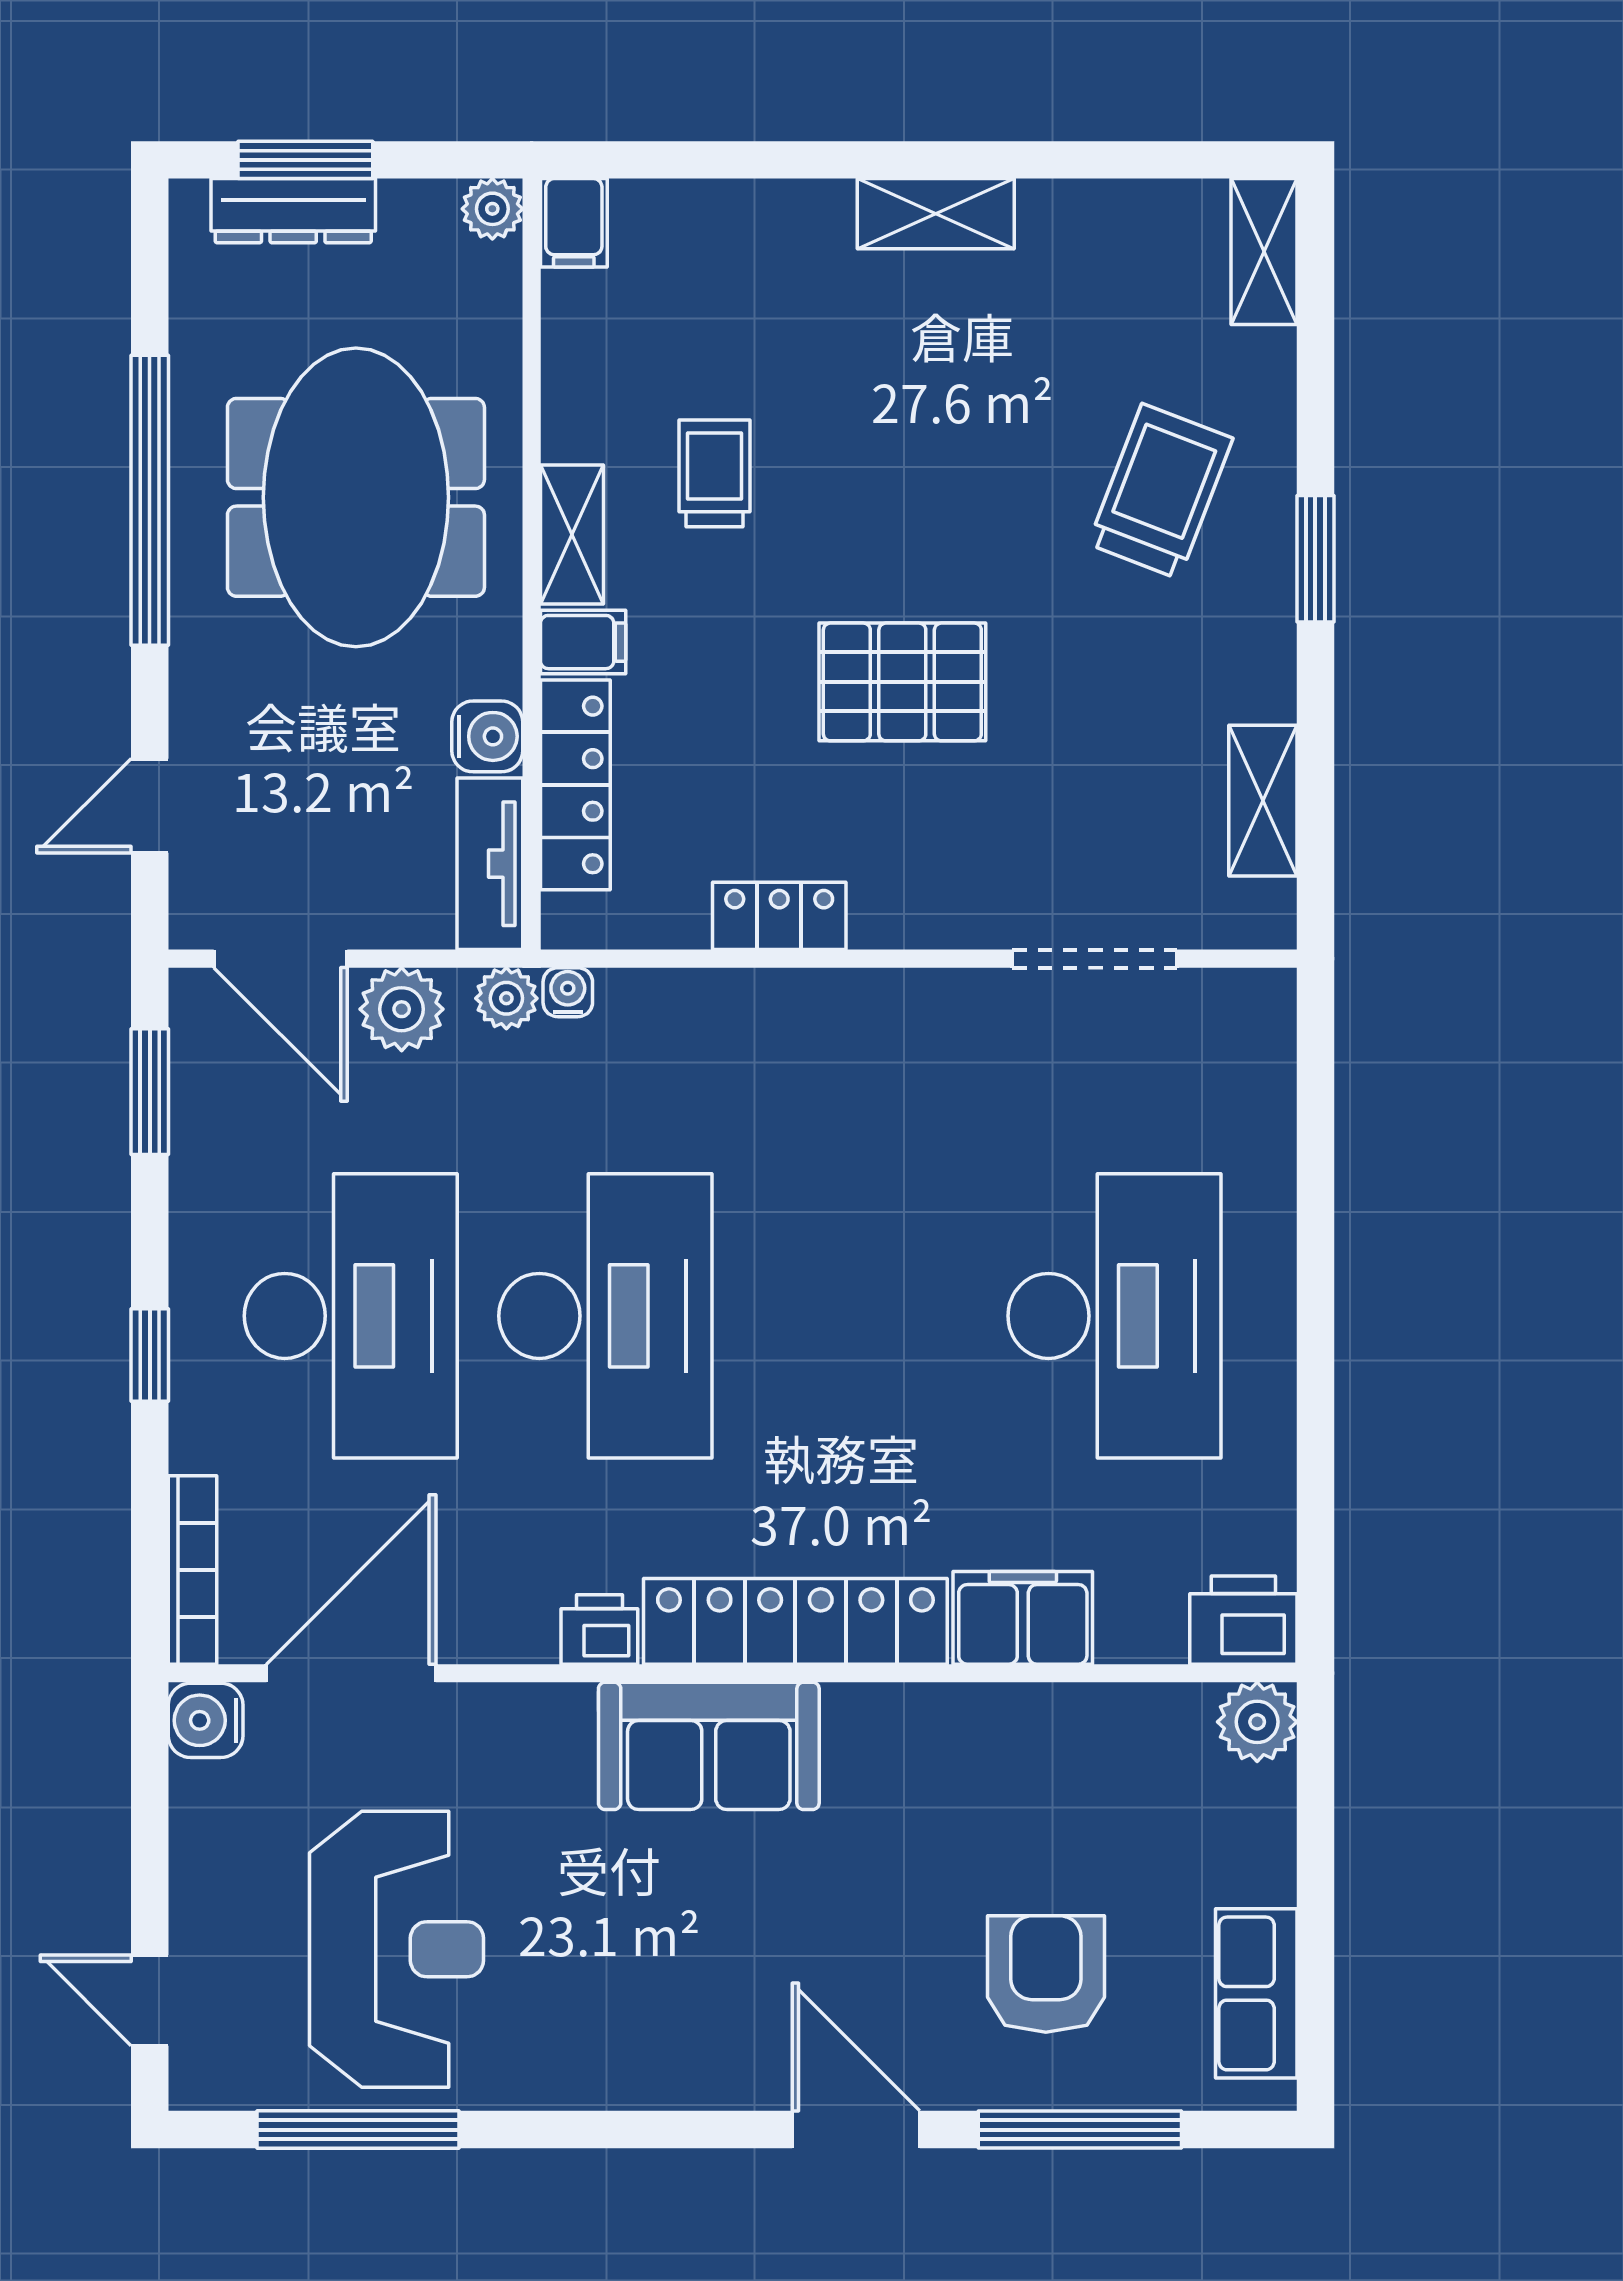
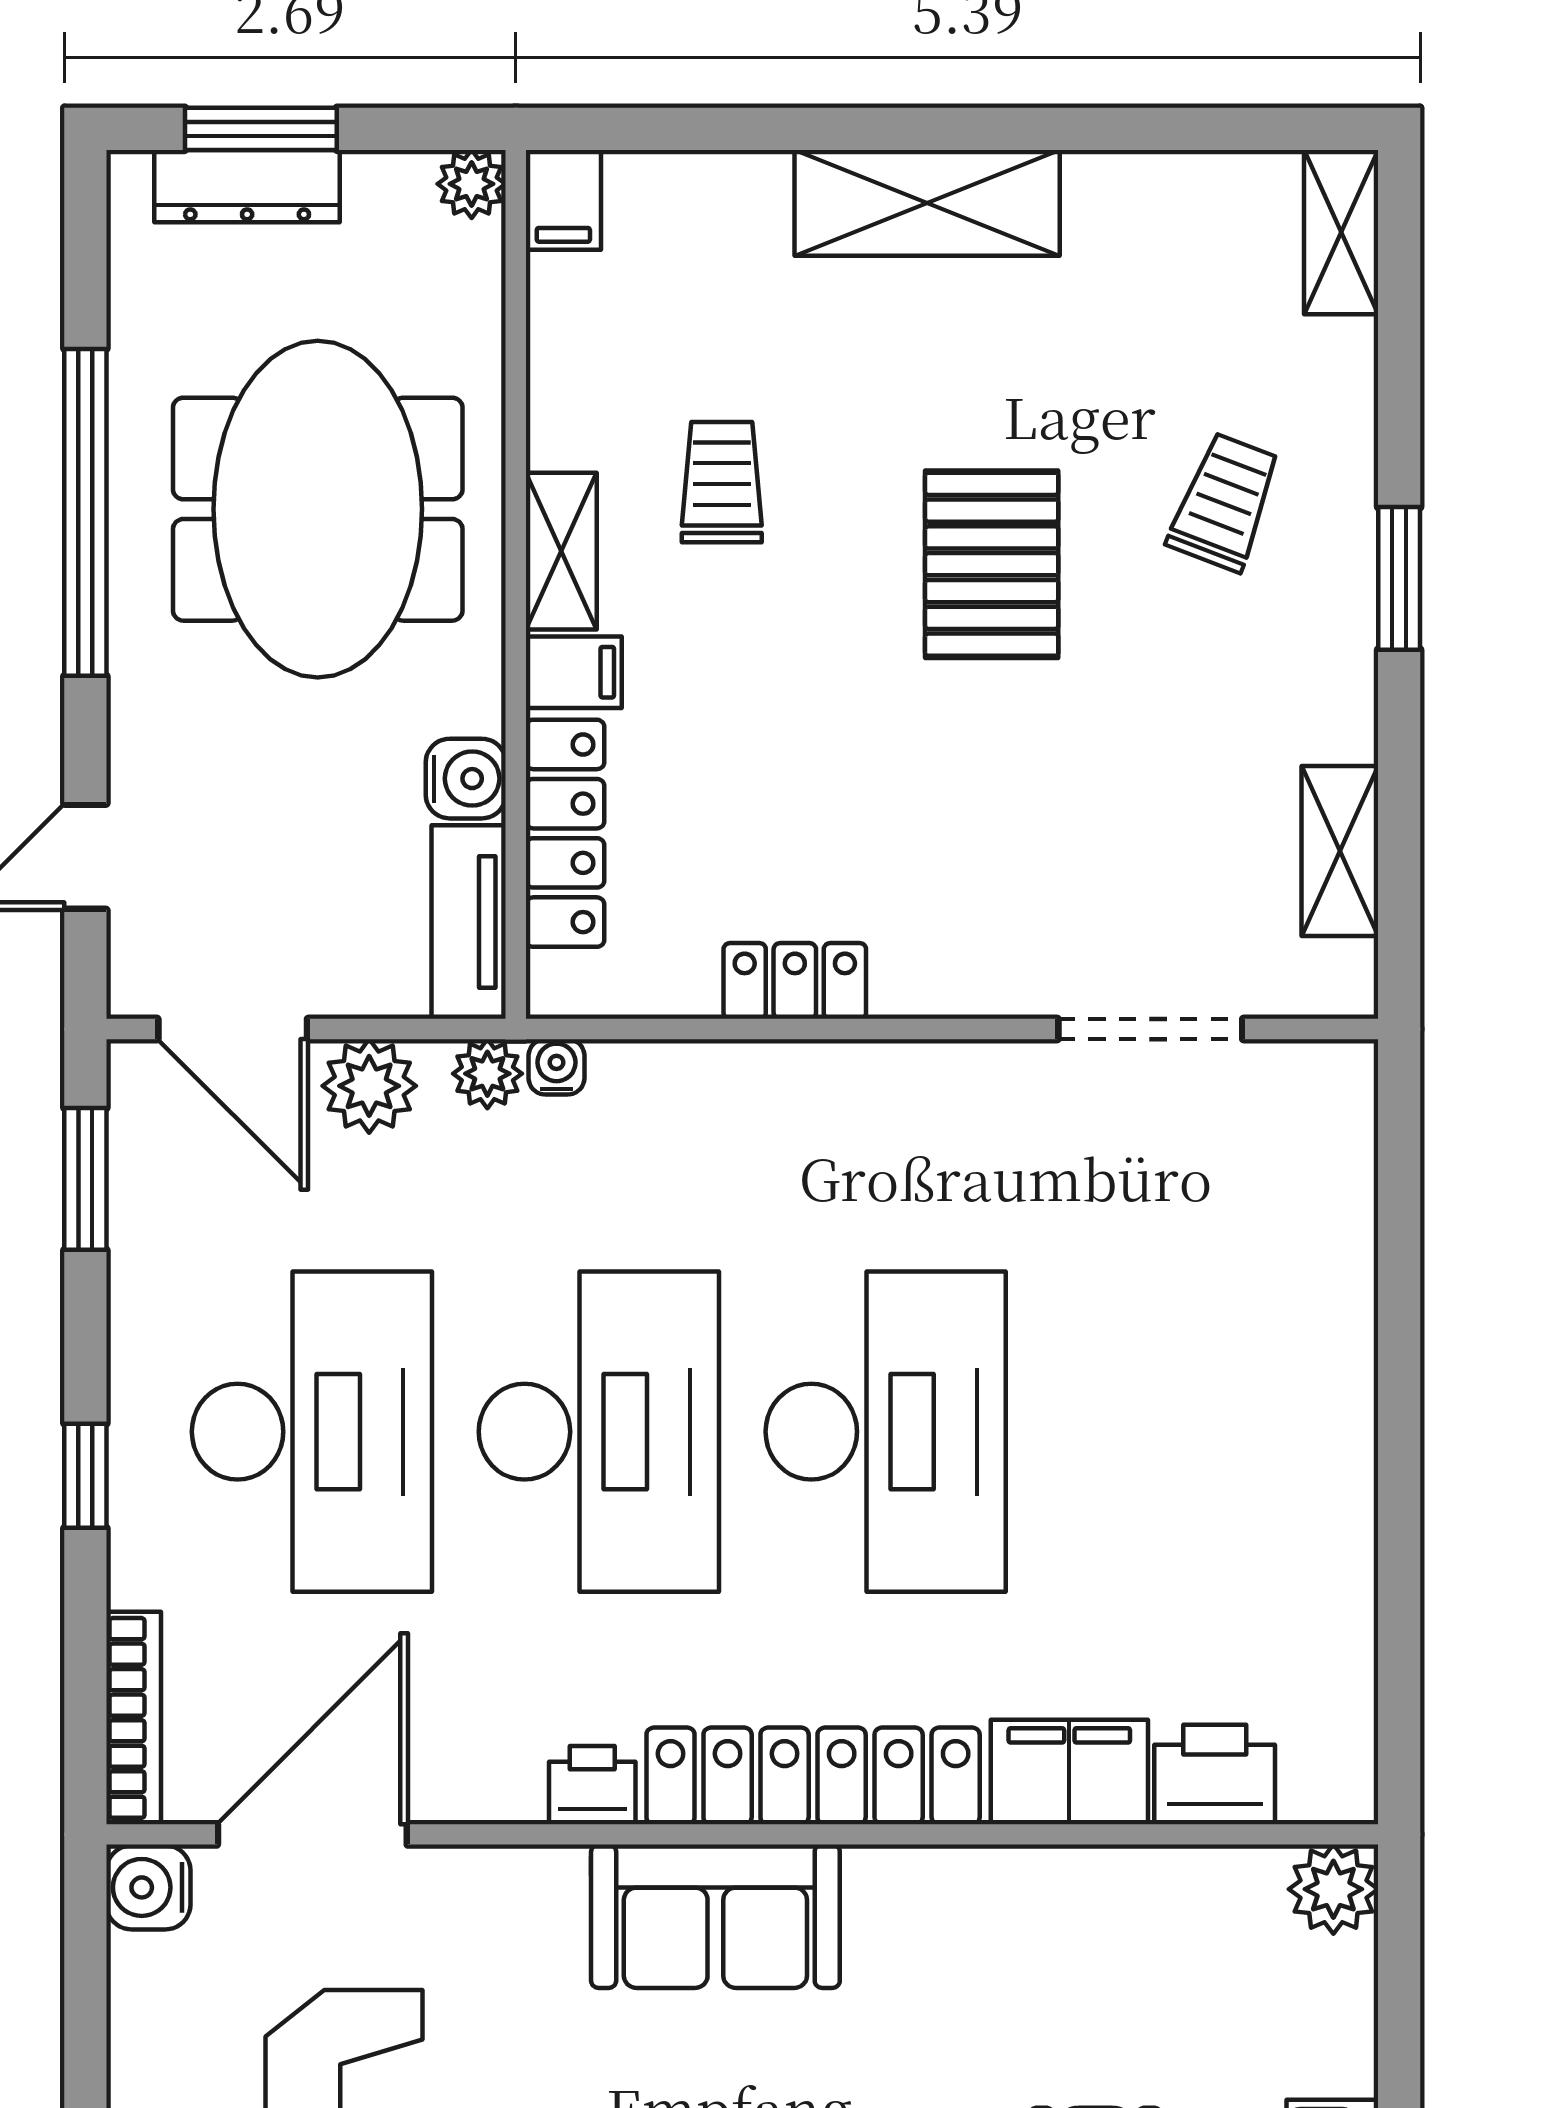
shelving: (936, 214) -> (927, 203), width x1.50, depth x1.33
trolley: (1160, 491) -> (1224, 502), width x0.73, depth x0.72
pallet: (902, 682) -> (992, 564), moved, turned 90
desk: (1114, 1316) -> (886, 1432), moved
printer: (1243, 1620) -> (1215, 1774), moved

